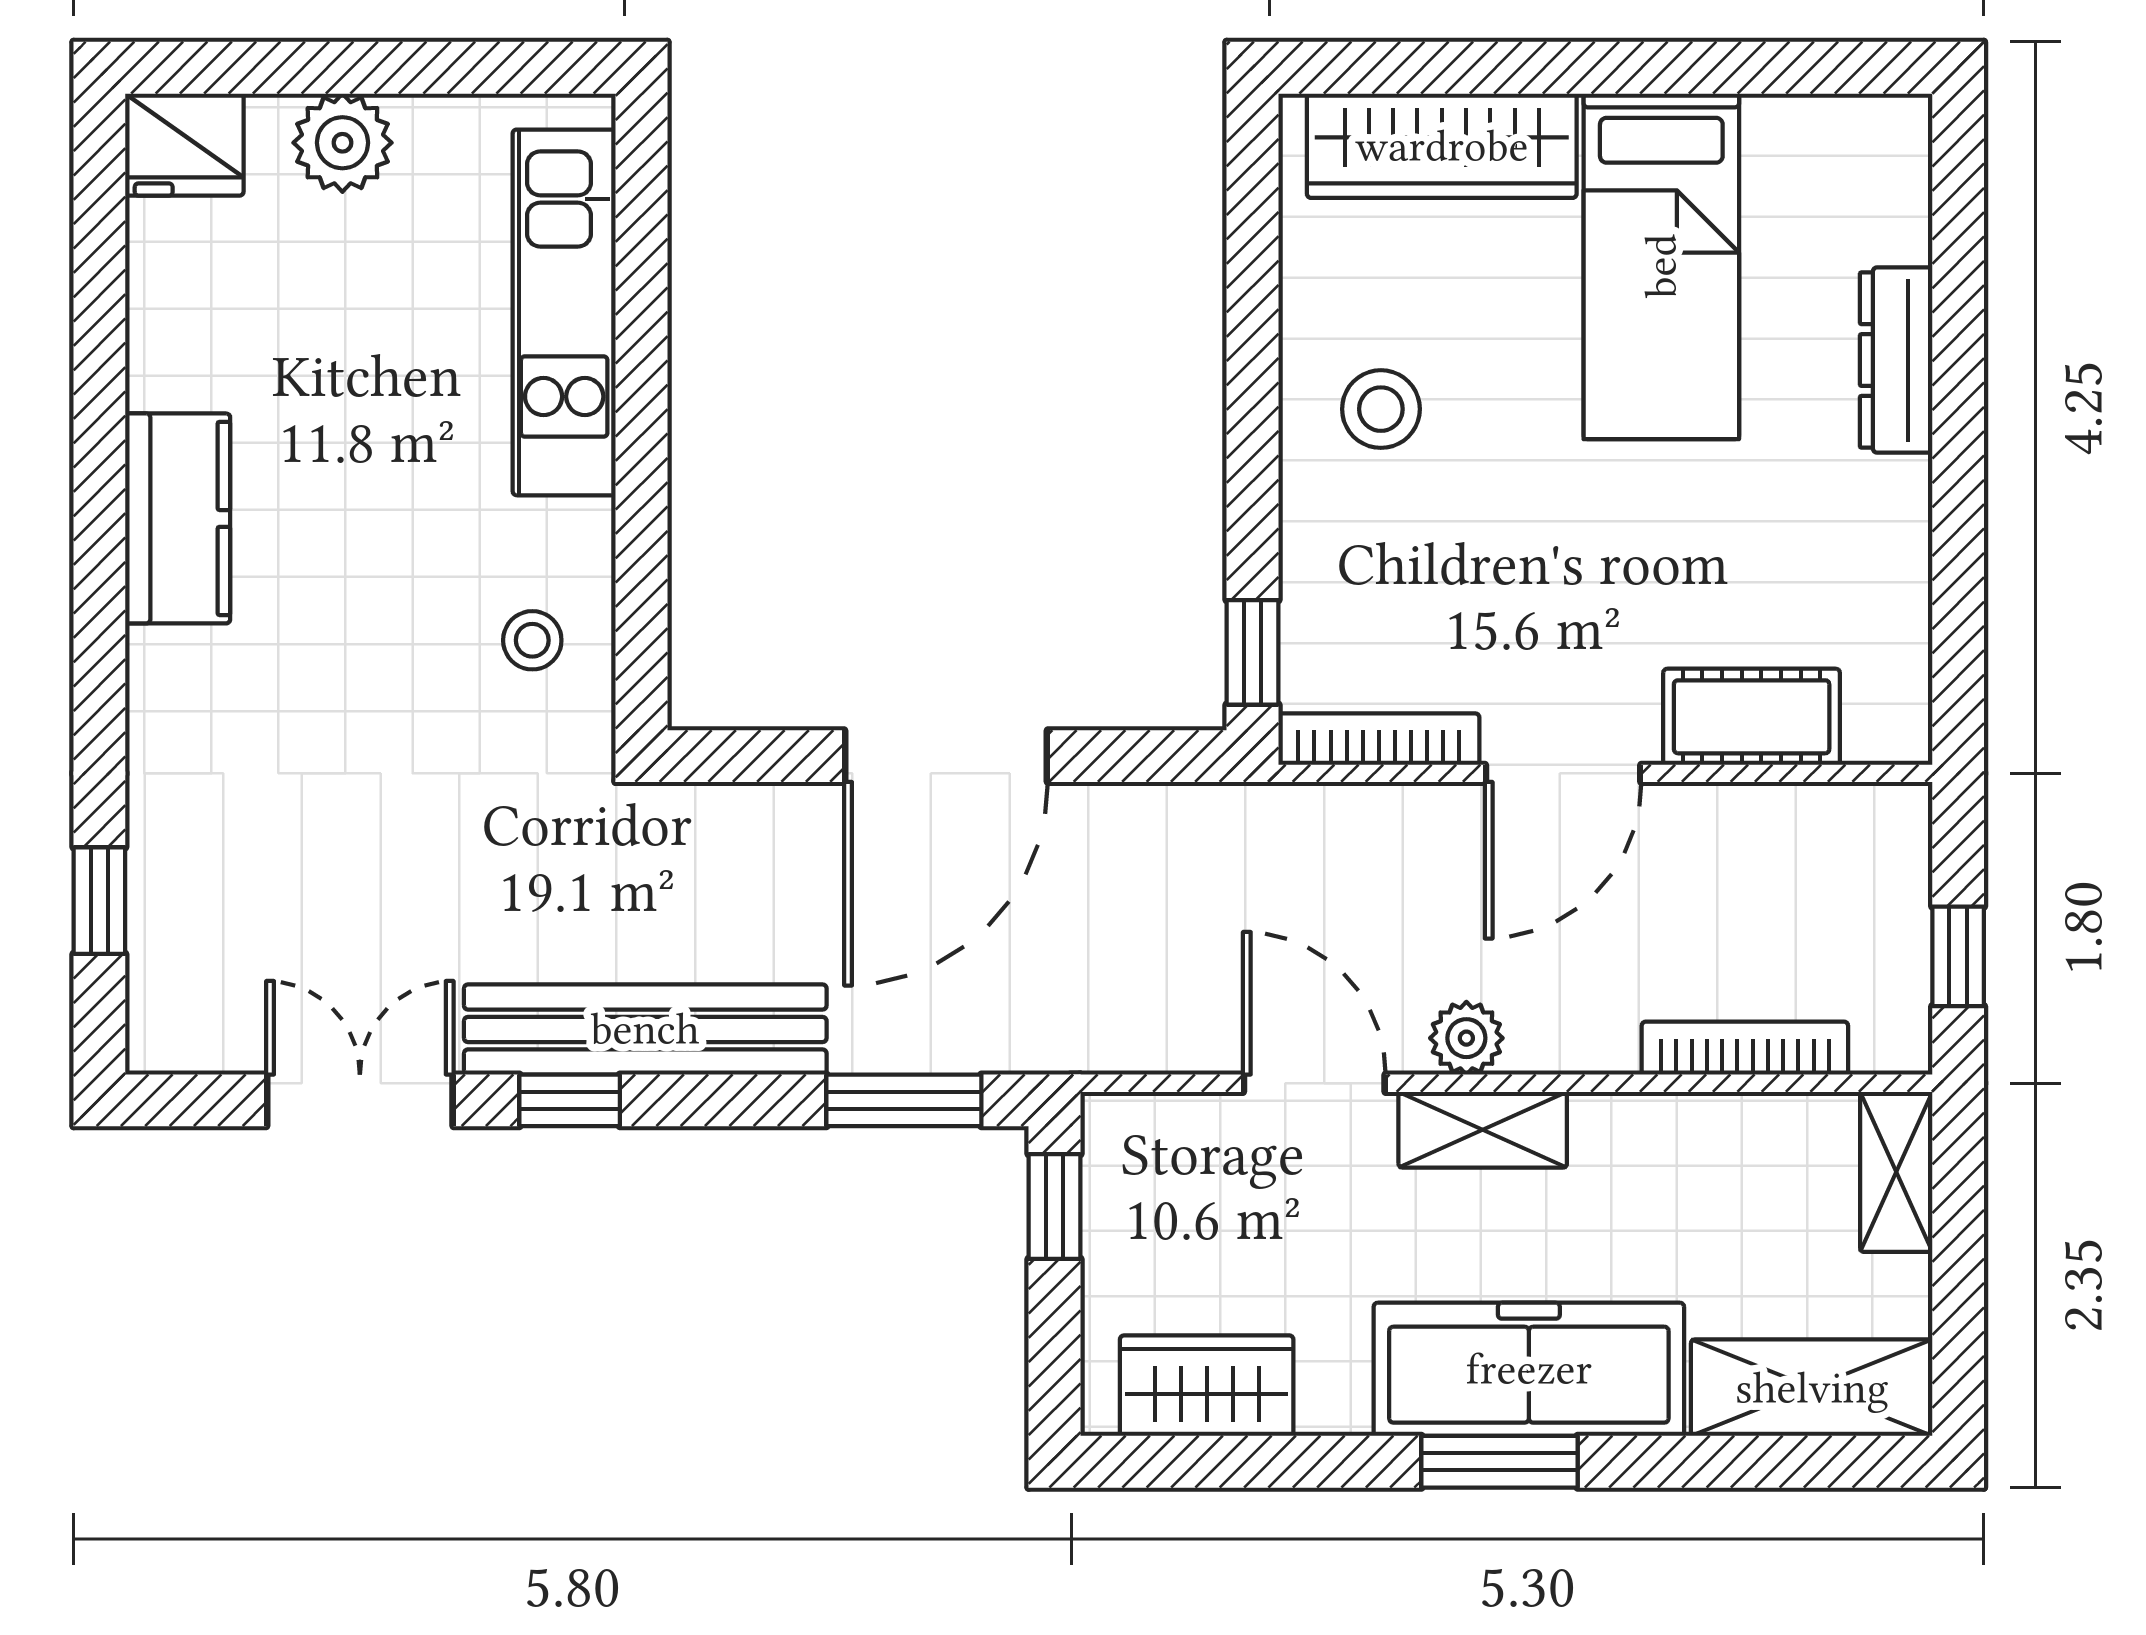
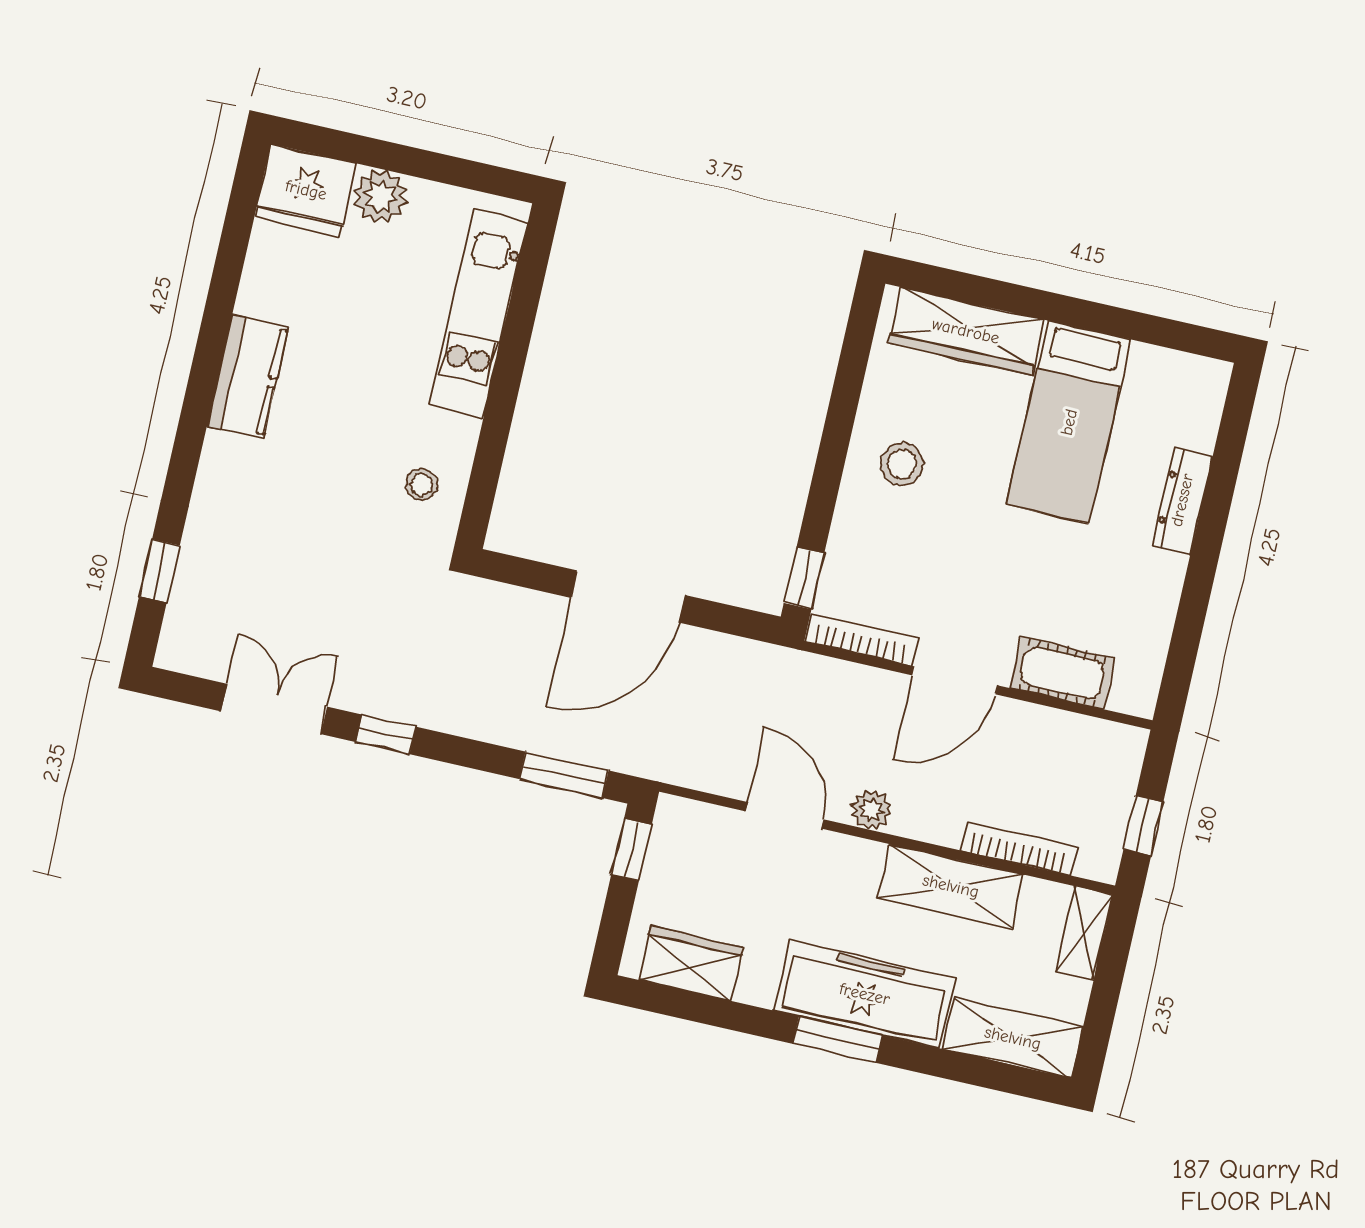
fridge: (184, 145) -> (306, 190), width x1.36, depth x1.34
bench: (645, 1029) -> (435, 706), removed
shelving: (1483, 1130) -> (951, 886), moved, width x1.50, depth x1.33

